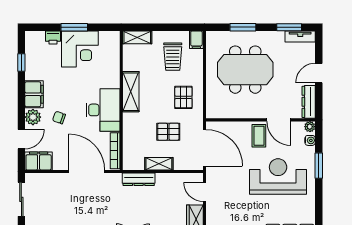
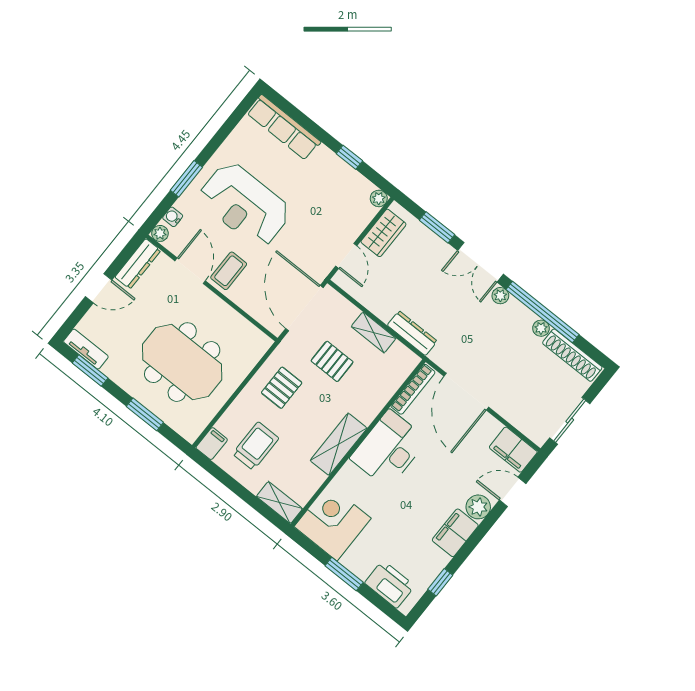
printer: (53, 37) -> (390, 584), width x1.87, depth x1.48
corner desk: (80, 49) -> (333, 522), moved
chair: (59, 118) -> (448, 482), removed

